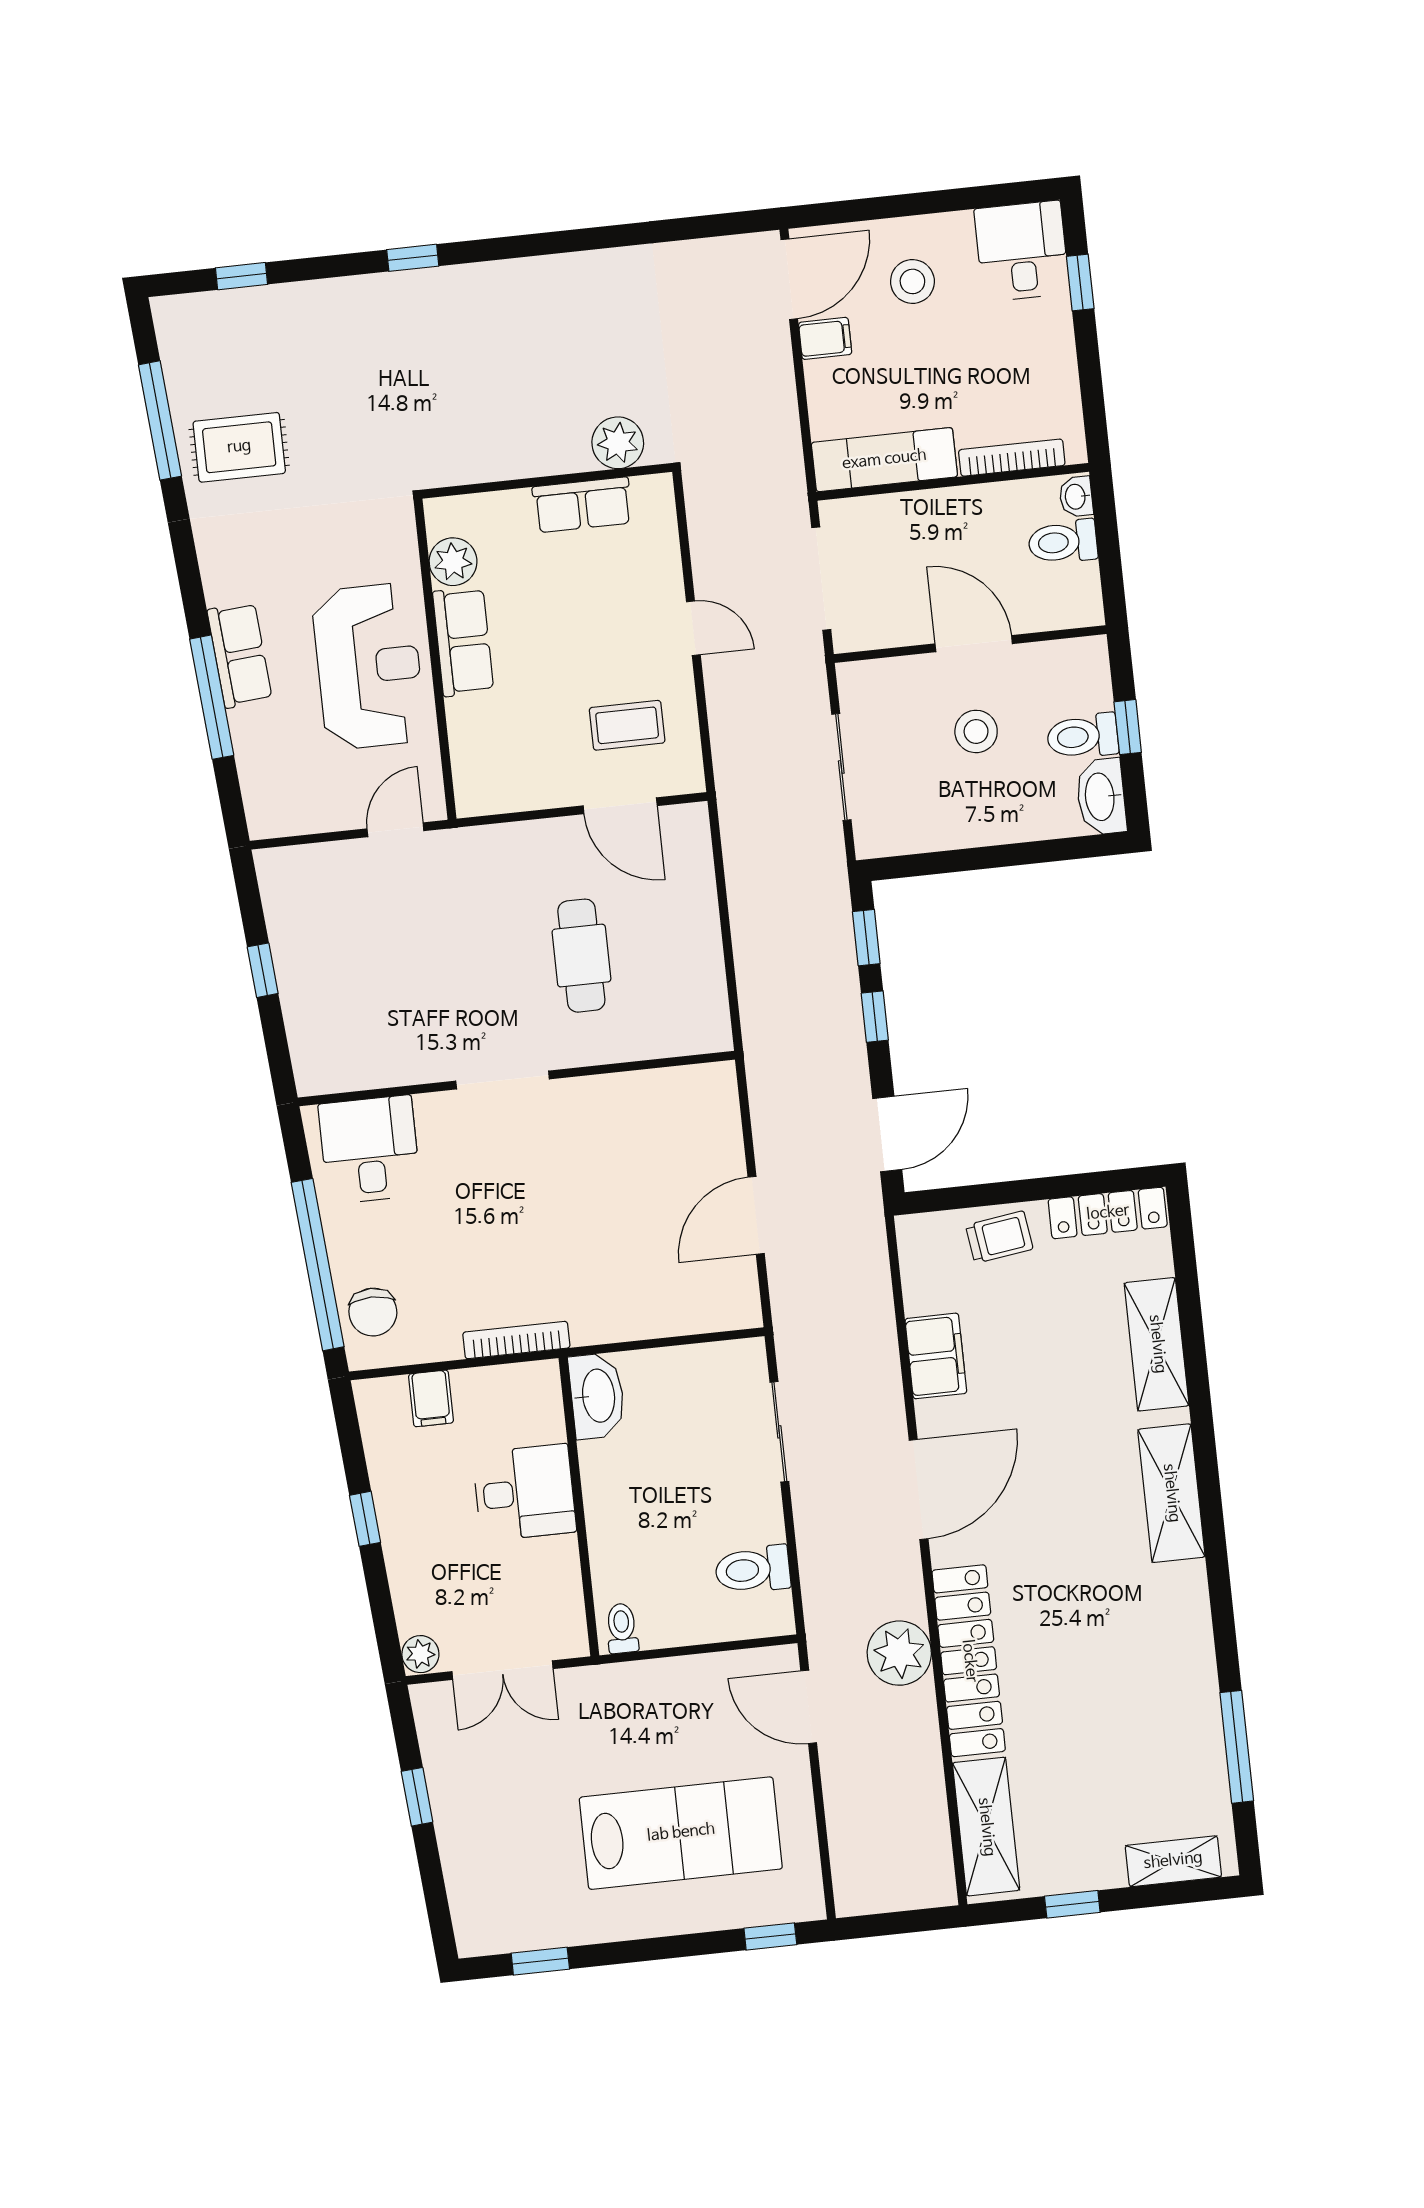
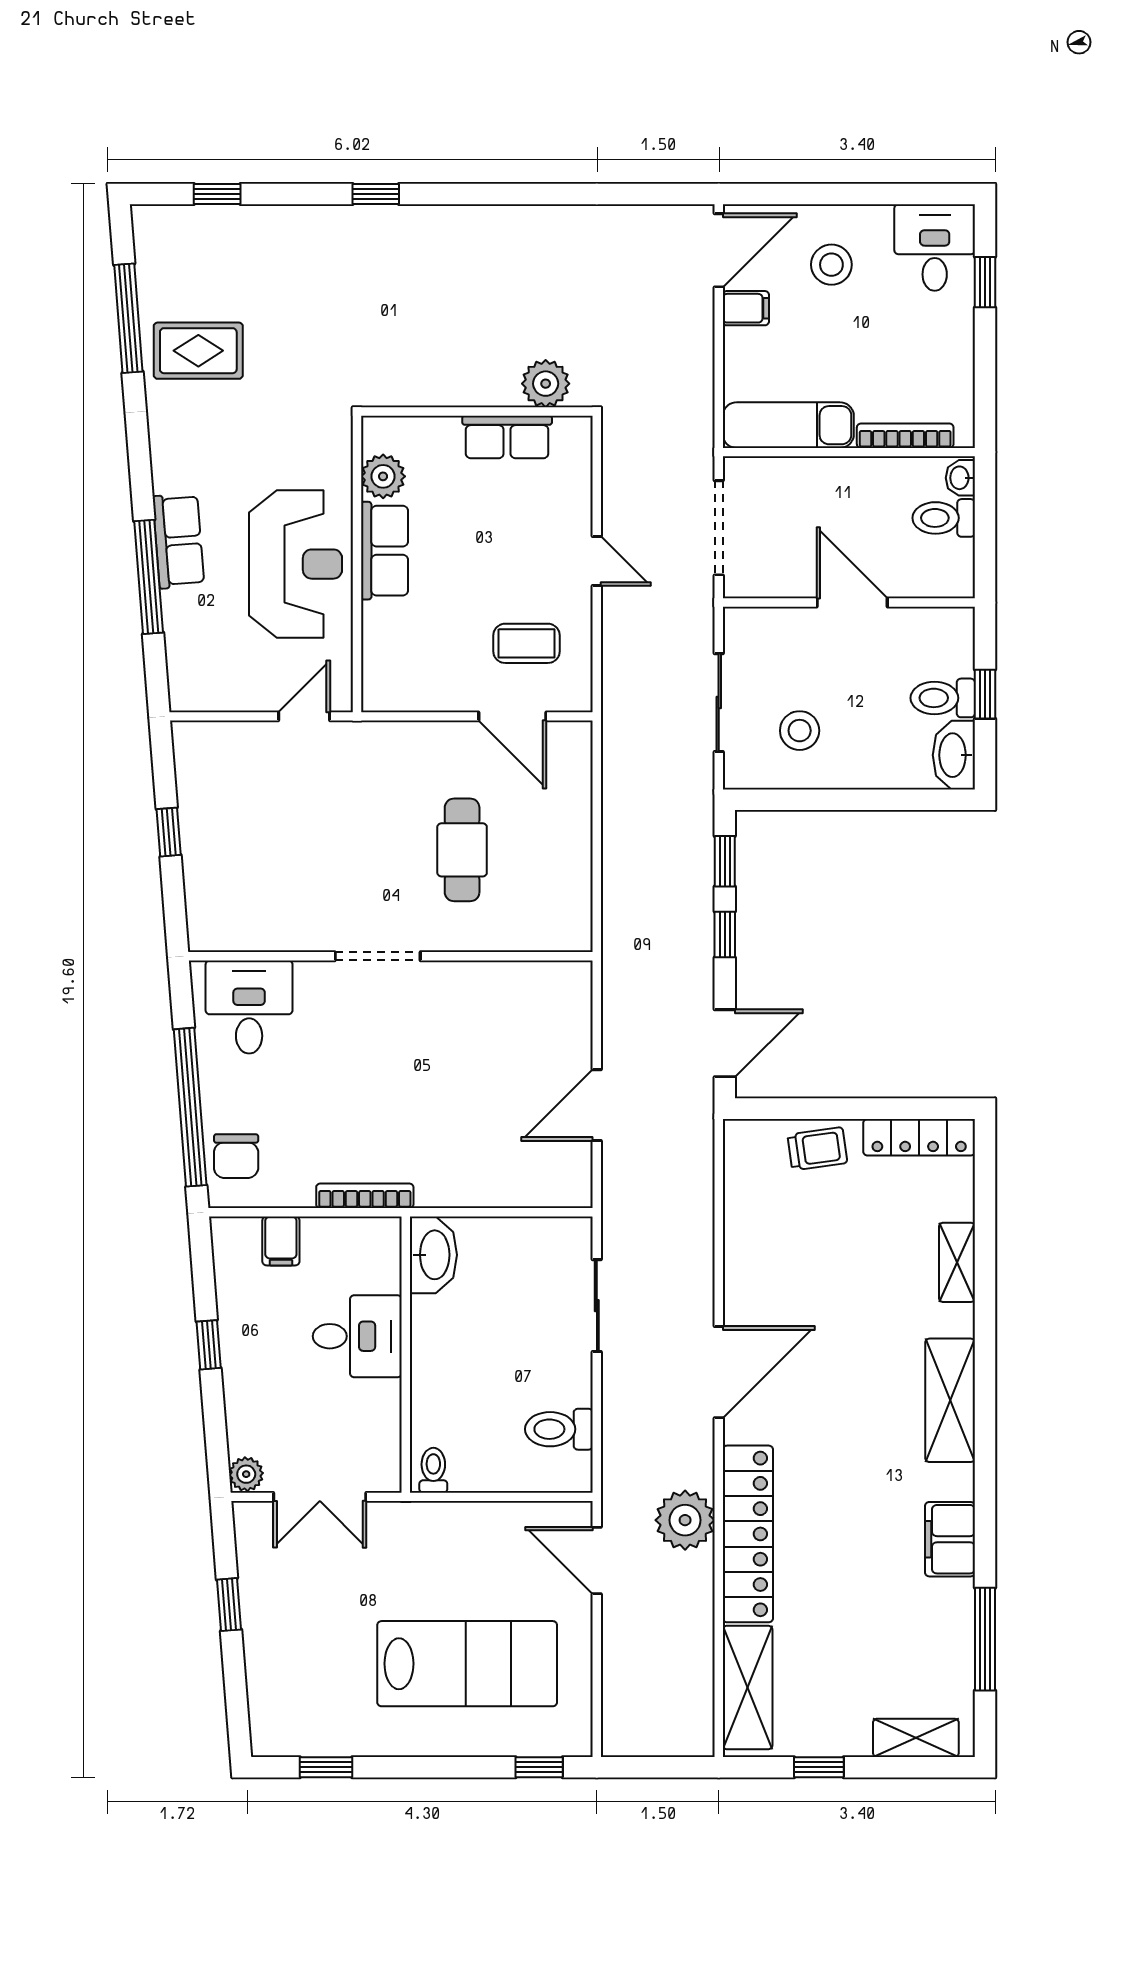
stool: (976, 731) -> (800, 731), moved
shelving: (1157, 1344) -> (957, 1262), width x0.67, depth x0.75
filing cabinet: (936, 1356) -> (950, 1539), moved, turned 180

